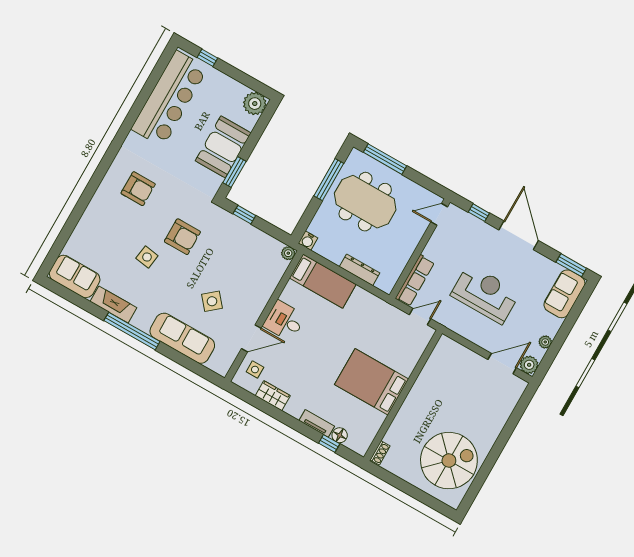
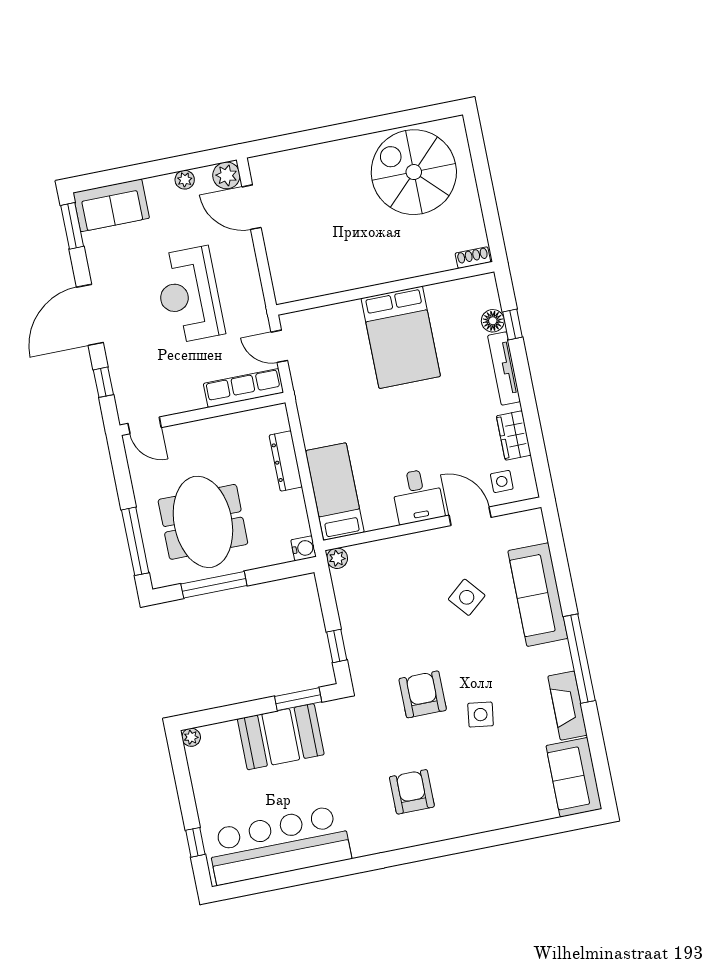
plant: (255, 104) -> (191, 737), width x0.53, depth x0.53
tv unit: (317, 423) -> (504, 369), width x1.41

